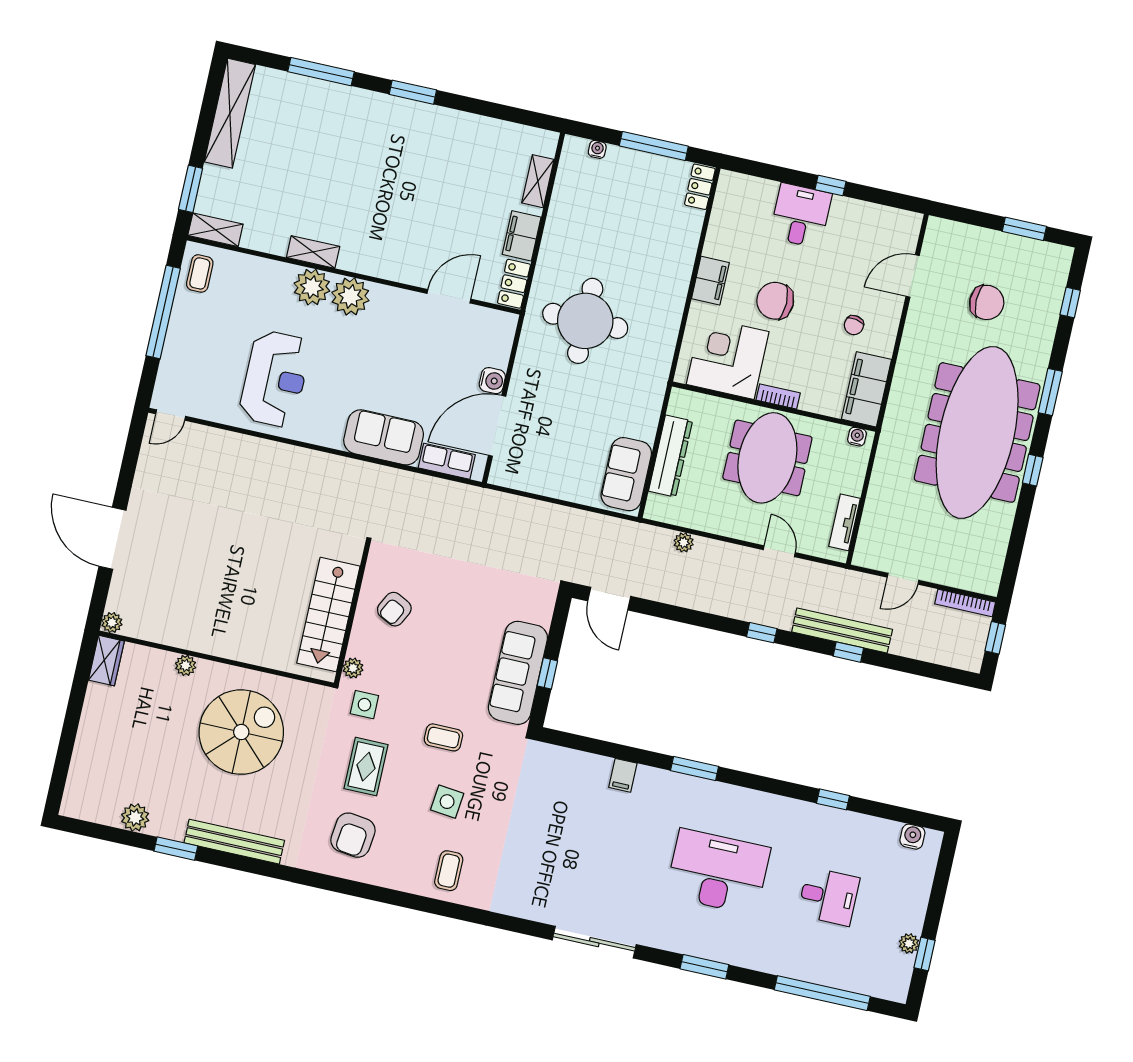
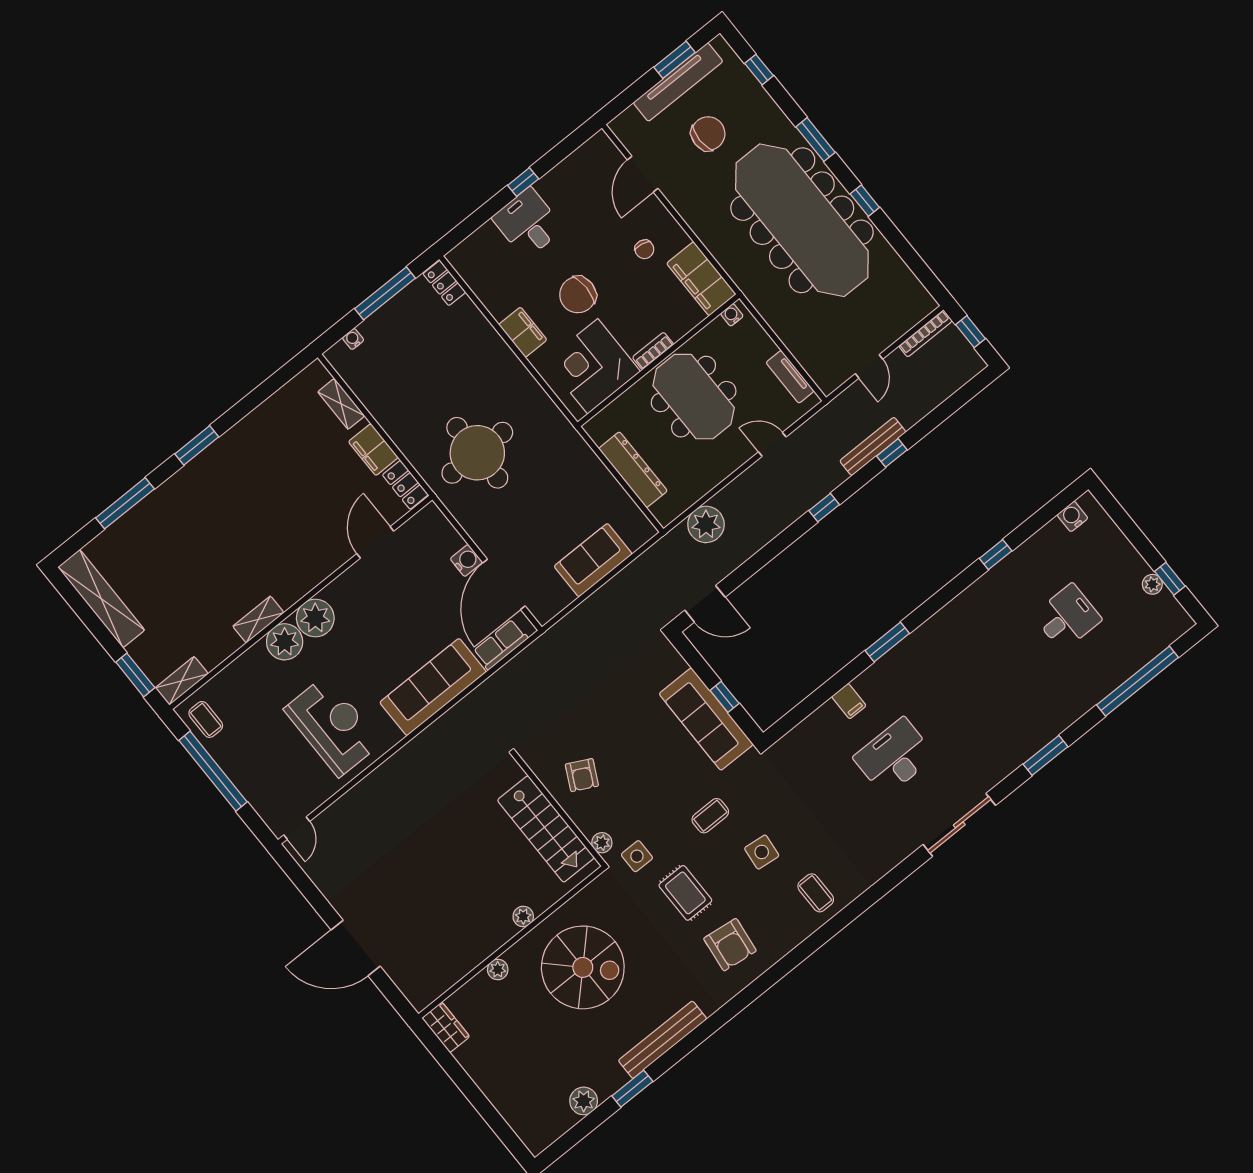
tv unit: (1009, 246) -> (678, 82), added
sofa: (384, 437) -> (433, 687), width x1.36
sofa: (626, 474) -> (593, 560), moved, turned 90
plant: (684, 542) -> (706, 524), width x1.88, depth x1.88
plant: (112, 623) -> (523, 916), moved
bench: (842, 631) -> (873, 446), width x0.73, depth x0.82
spiral stairs: (241, 732) -> (583, 967), turned 90
desk: (718, 872) -> (894, 757), moved, width x0.73, depth x0.77

